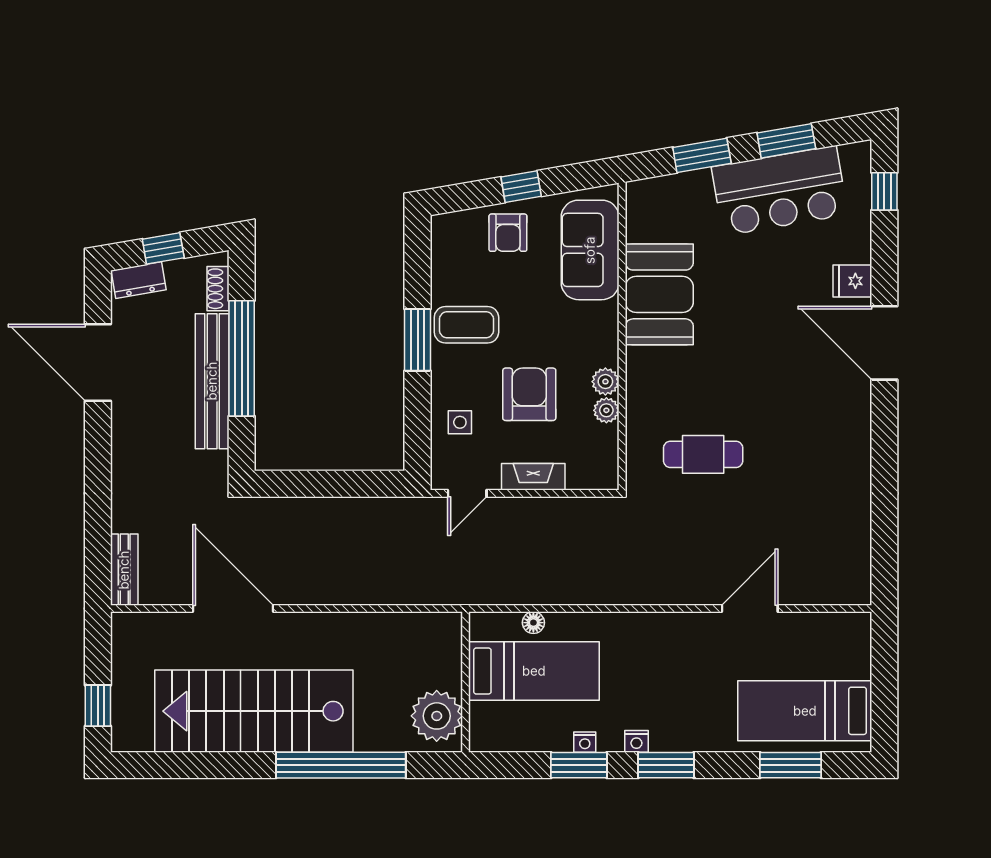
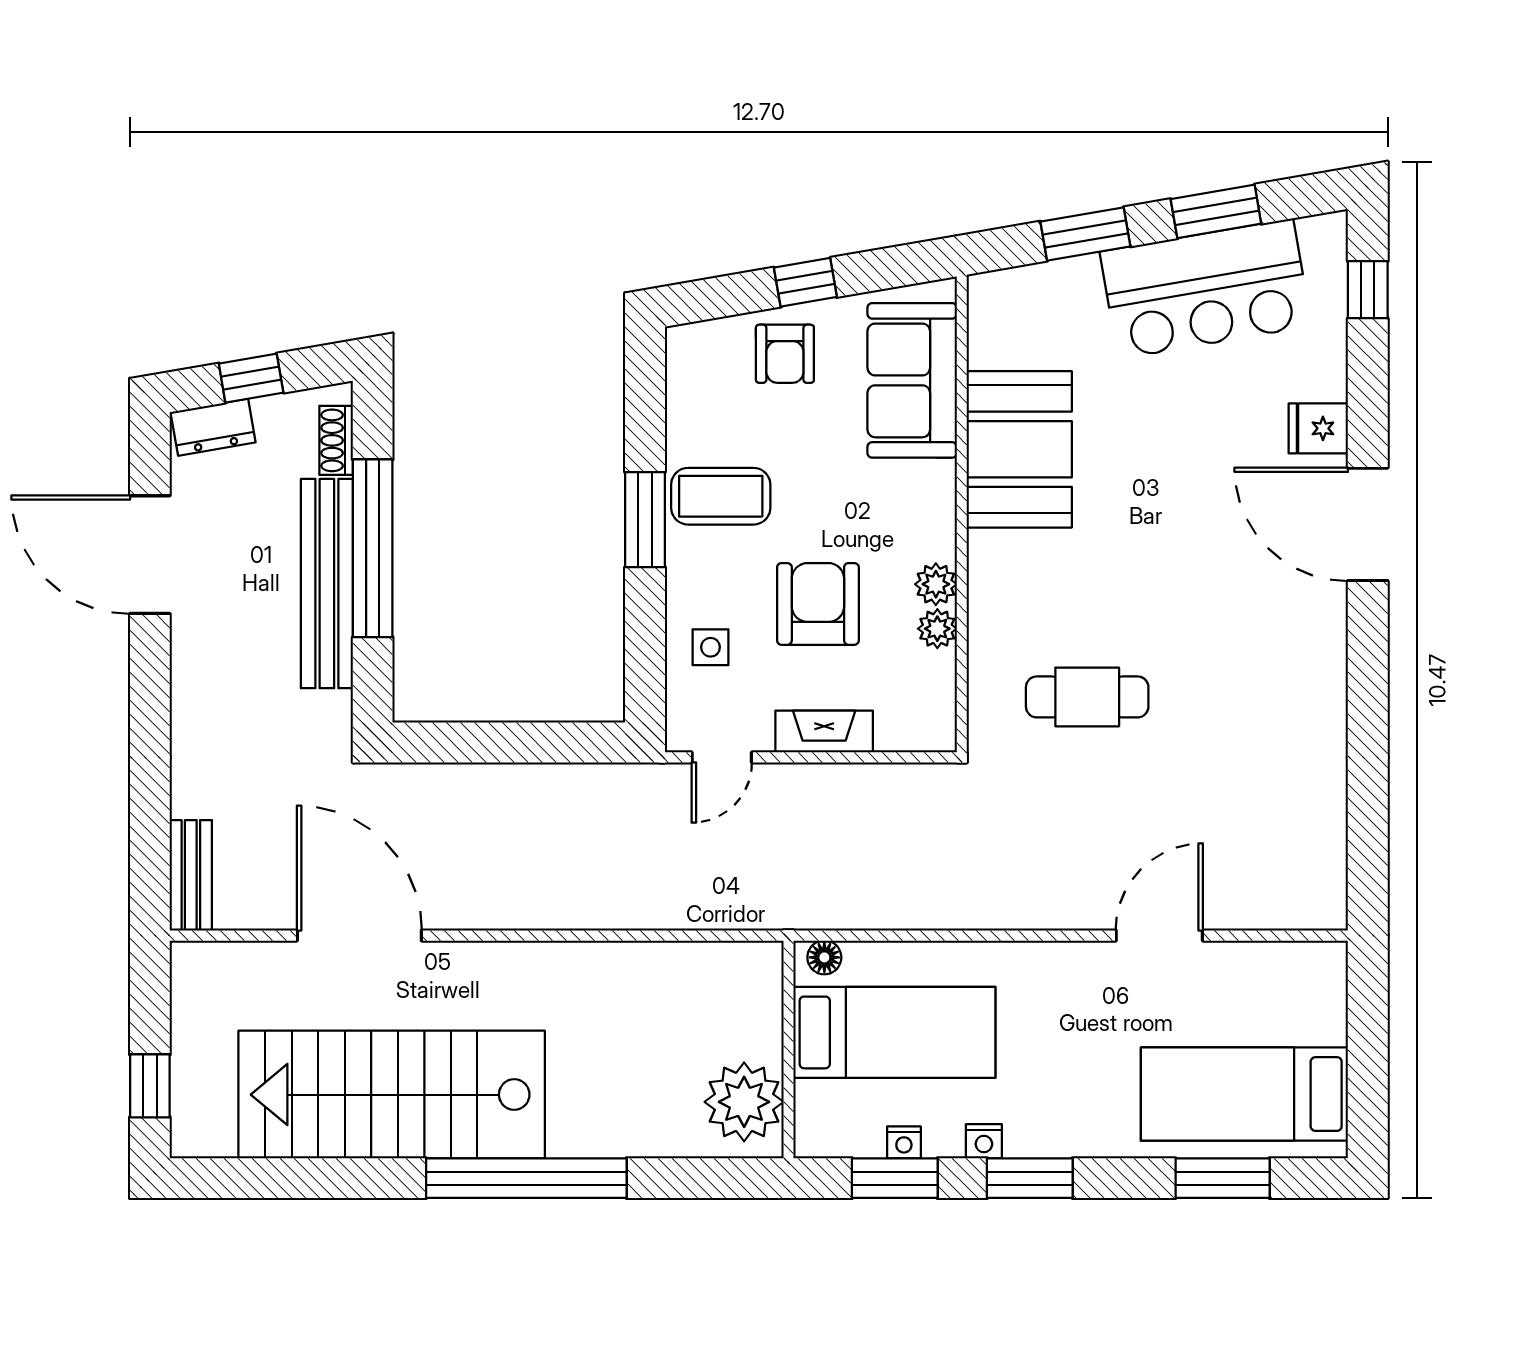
bed: (534, 671) -> (894, 1032), moved
wall: (466, 682) -> (789, 1049), moved
plant: (437, 716) -> (744, 1102), moved

